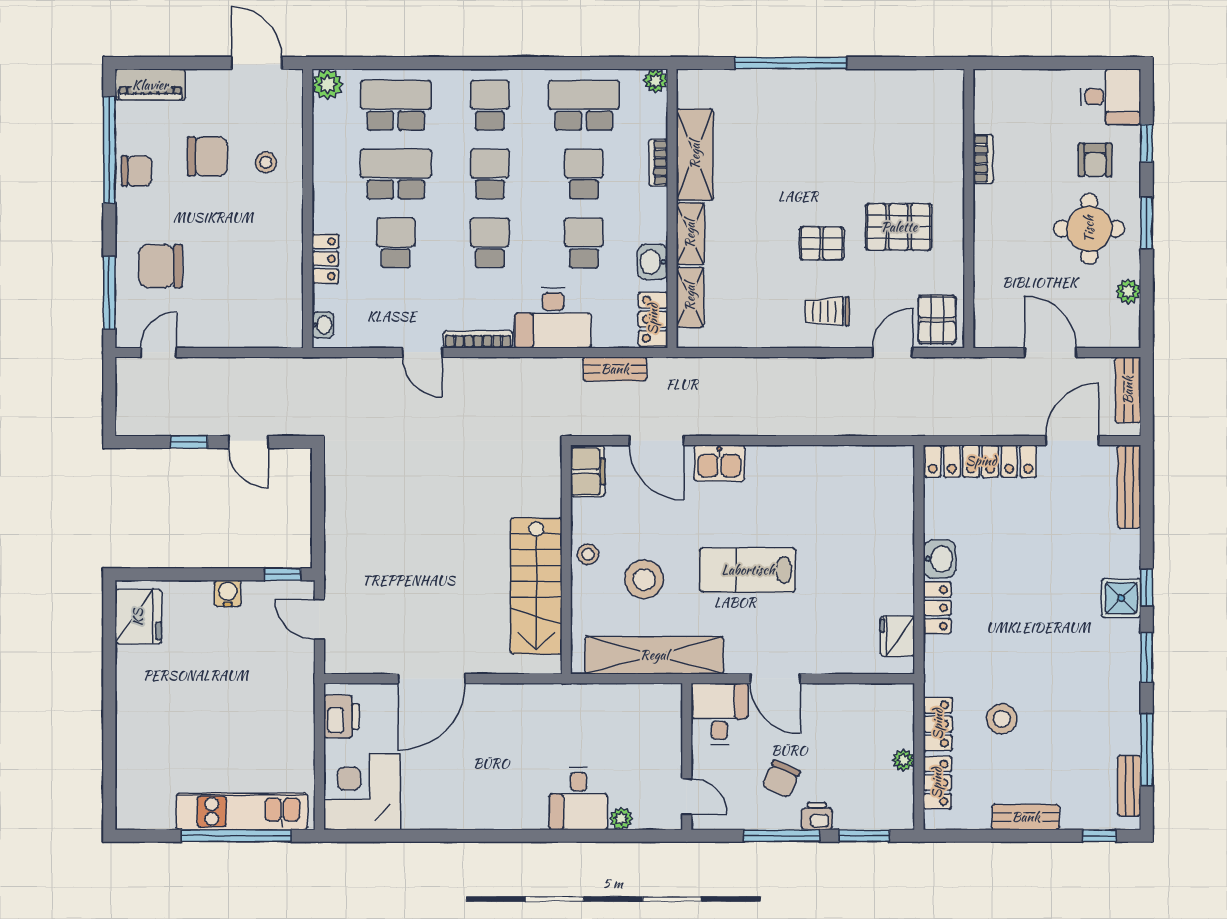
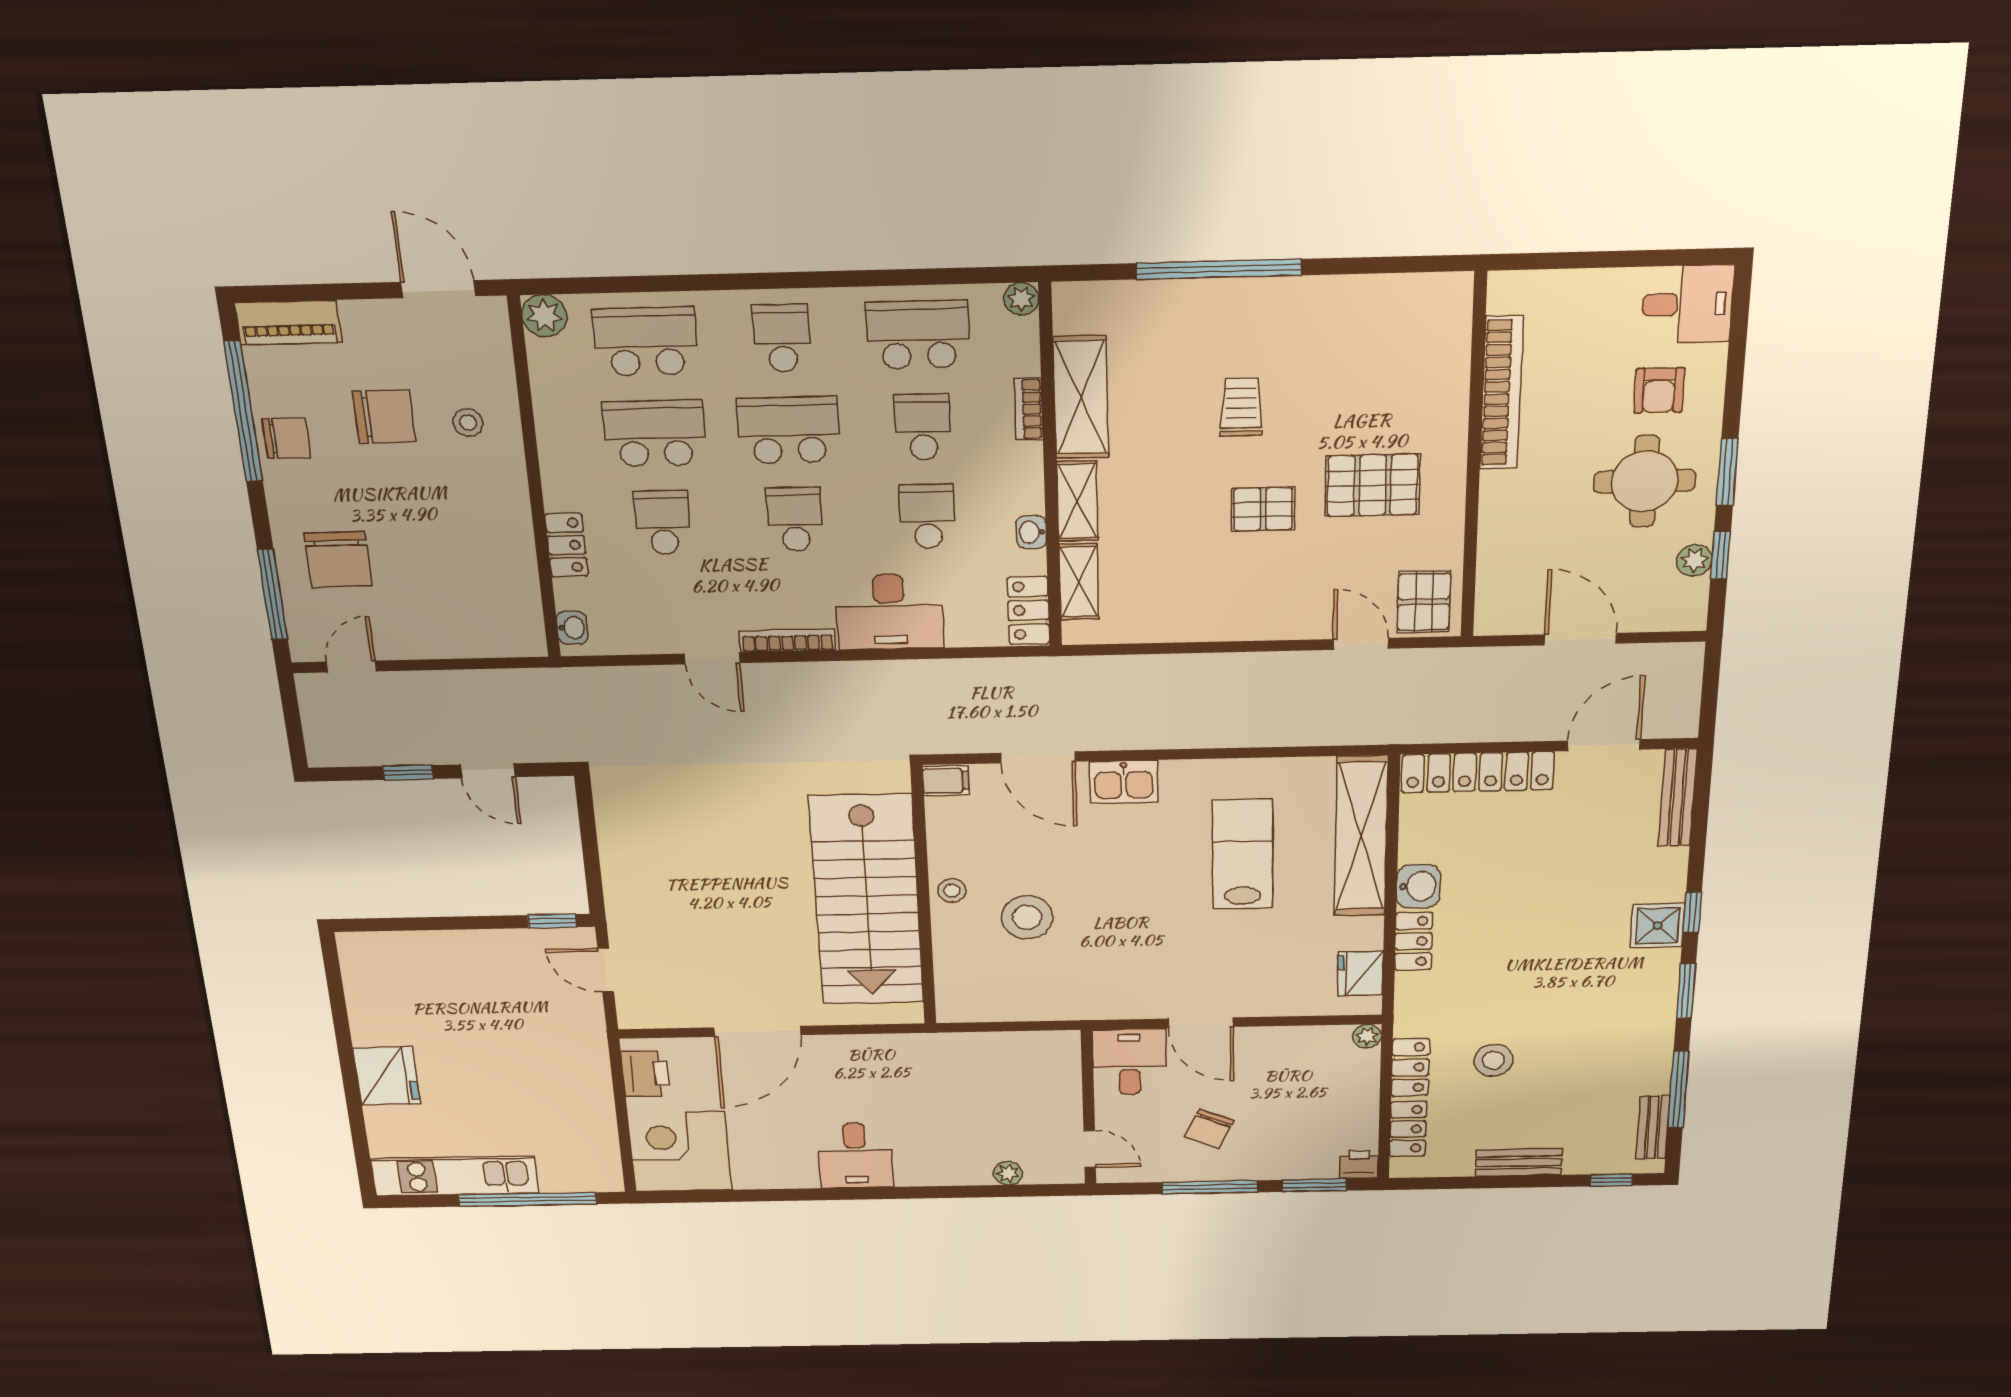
window: (1147, 143) -> (1721, 555), moved
bookcase: (983, 159) -> (1501, 393), width x2.31, depth x1.31
school desk: (490, 174) -> (789, 430), width x1.85
washbasin: (653, 262) -> (1031, 532), width x0.72, depth x0.69
chair: (161, 266) -> (338, 560), turned -90
trolley: (827, 311) -> (1241, 407), moved, turned 90
door: (893, 352) -> (1361, 644), hinge flipped
bench: (615, 369) -> (978, 673), removed
bench: (1128, 390) -> (1685, 683), removed
filing cabinet: (588, 471) -> (946, 781), width x0.50
lab bench: (748, 570) -> (1243, 854), moved, turned 90
stairs: (536, 586) -> (867, 900), width x1.36, depth x1.51
water cooler: (228, 593) -> (483, 944), removed
fridge: (138, 617) -> (387, 1076), moved
shelving: (654, 655) -> (1361, 836), moved, turned 90
plant: (903, 760) -> (1367, 1036), moved
desk: (578, 799) -> (855, 1156), moved
kitchen unit: (242, 811) -> (455, 1176), moved
printer: (817, 816) -> (1359, 1164), moved

